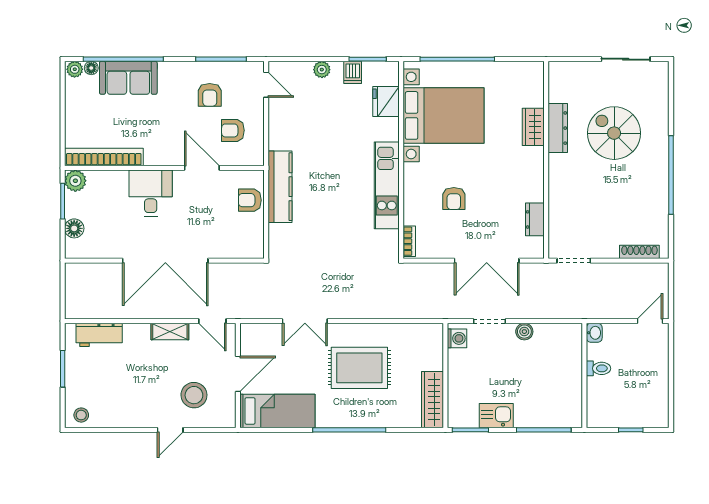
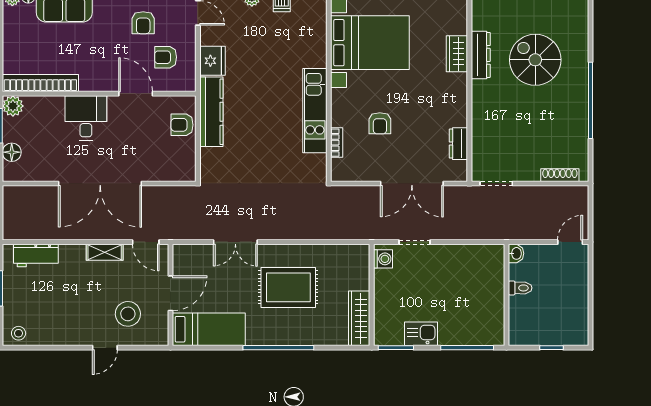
fridge: (386, 102) -> (212, 61), moved, turned 180
bookcase: (409, 241) -> (337, 143), moved
boiler: (524, 332) -> (448, 252), removed

